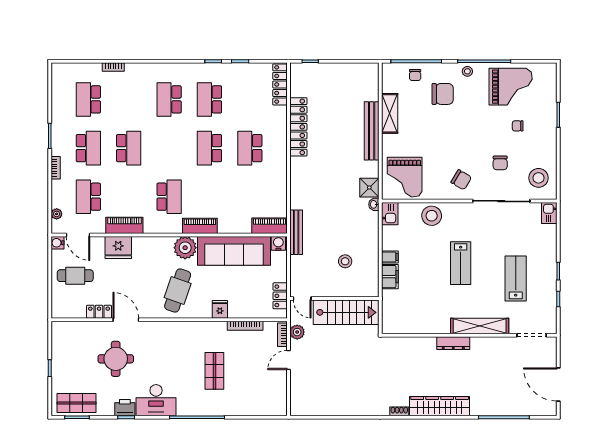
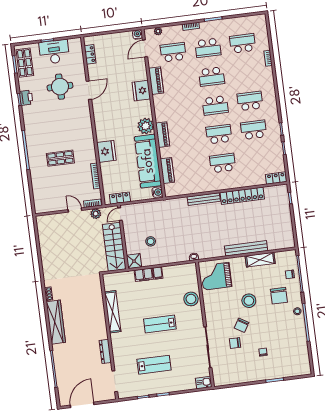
locker: (280, 84) -> (276, 178), width x0.66
grand piano: (511, 87) -> (290, 344), removed
stool: (538, 178) -> (249, 301), moved
chair: (461, 180) -> (242, 325), moved
shower: (369, 188) -> (134, 261), moved
school desk: (169, 197) -> (215, 105), moved
kitchen sink: (390, 214) -> (189, 269), removed
piano: (269, 226) -> (167, 171), moved
bench: (296, 232) -> (204, 199), moved
fridge: (118, 248) -> (141, 91), moved
cafe table: (75, 276) -> (116, 50), removed
cafe table: (178, 291) -> (114, 125), removed
fridge: (220, 309) -> (106, 151), width x1.88, depth x1.34
locker: (99, 312) -> (90, 54), moved
shelving: (480, 326) -> (113, 312), moved
dresser: (453, 343) -> (105, 351), moved
desk: (156, 400) -> (54, 52), moved, turned 90

